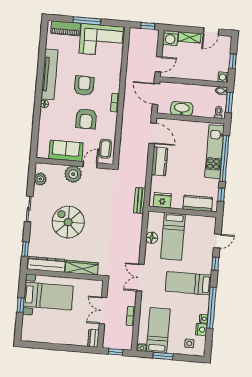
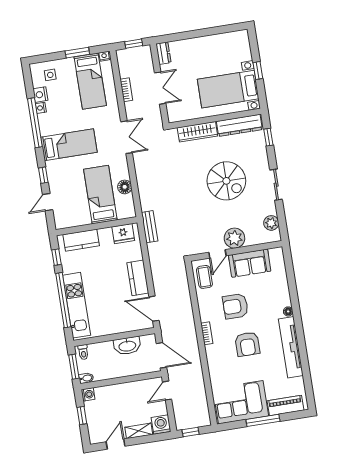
armchair: (86, 119) -> (235, 306), turned -90

